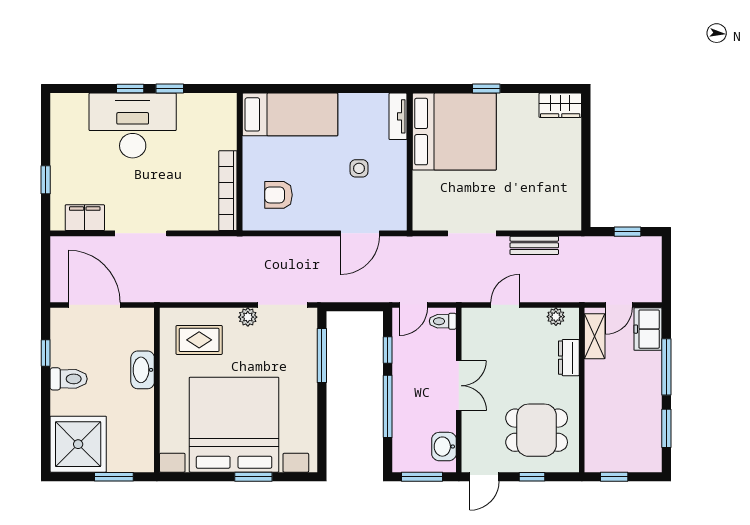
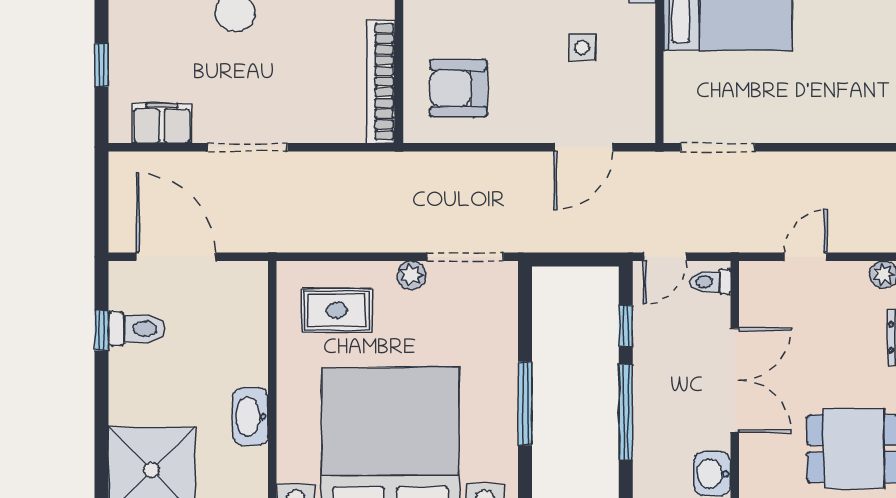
armchair: (278, 195) -> (458, 88), width x1.38, depth x1.38
doorway: (472, 233) -> (718, 147), moved
bench: (534, 245) -> (850, 165), removed
window: (322, 355) -> (525, 404), moved
washbasin: (143, 370) -> (250, 416), moved
toilet: (69, 379) -> (137, 329), moved
double door: (459, 386) -> (735, 380), width x1.37

